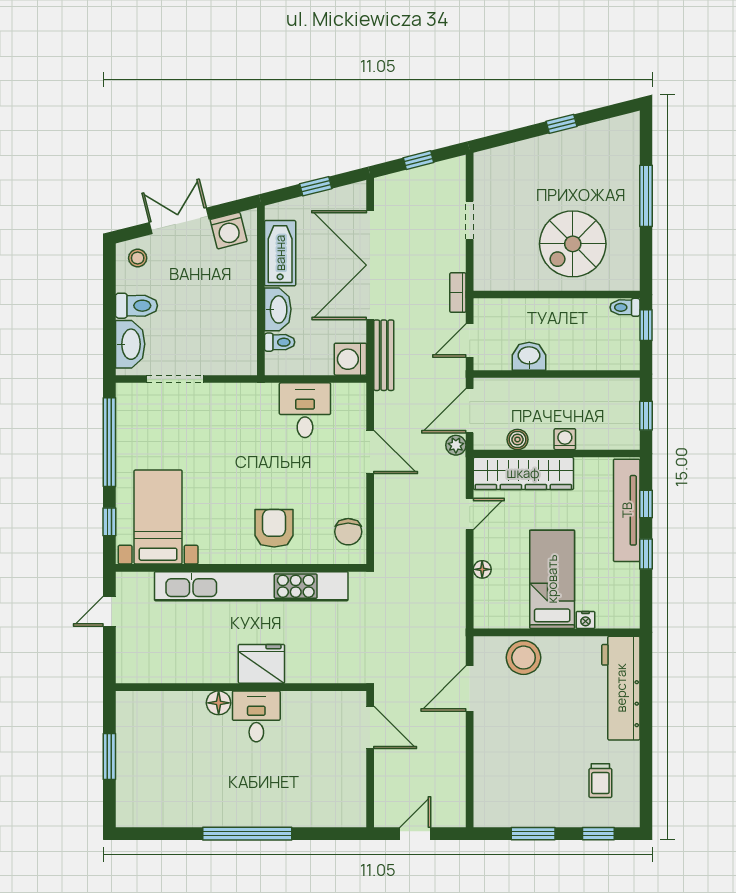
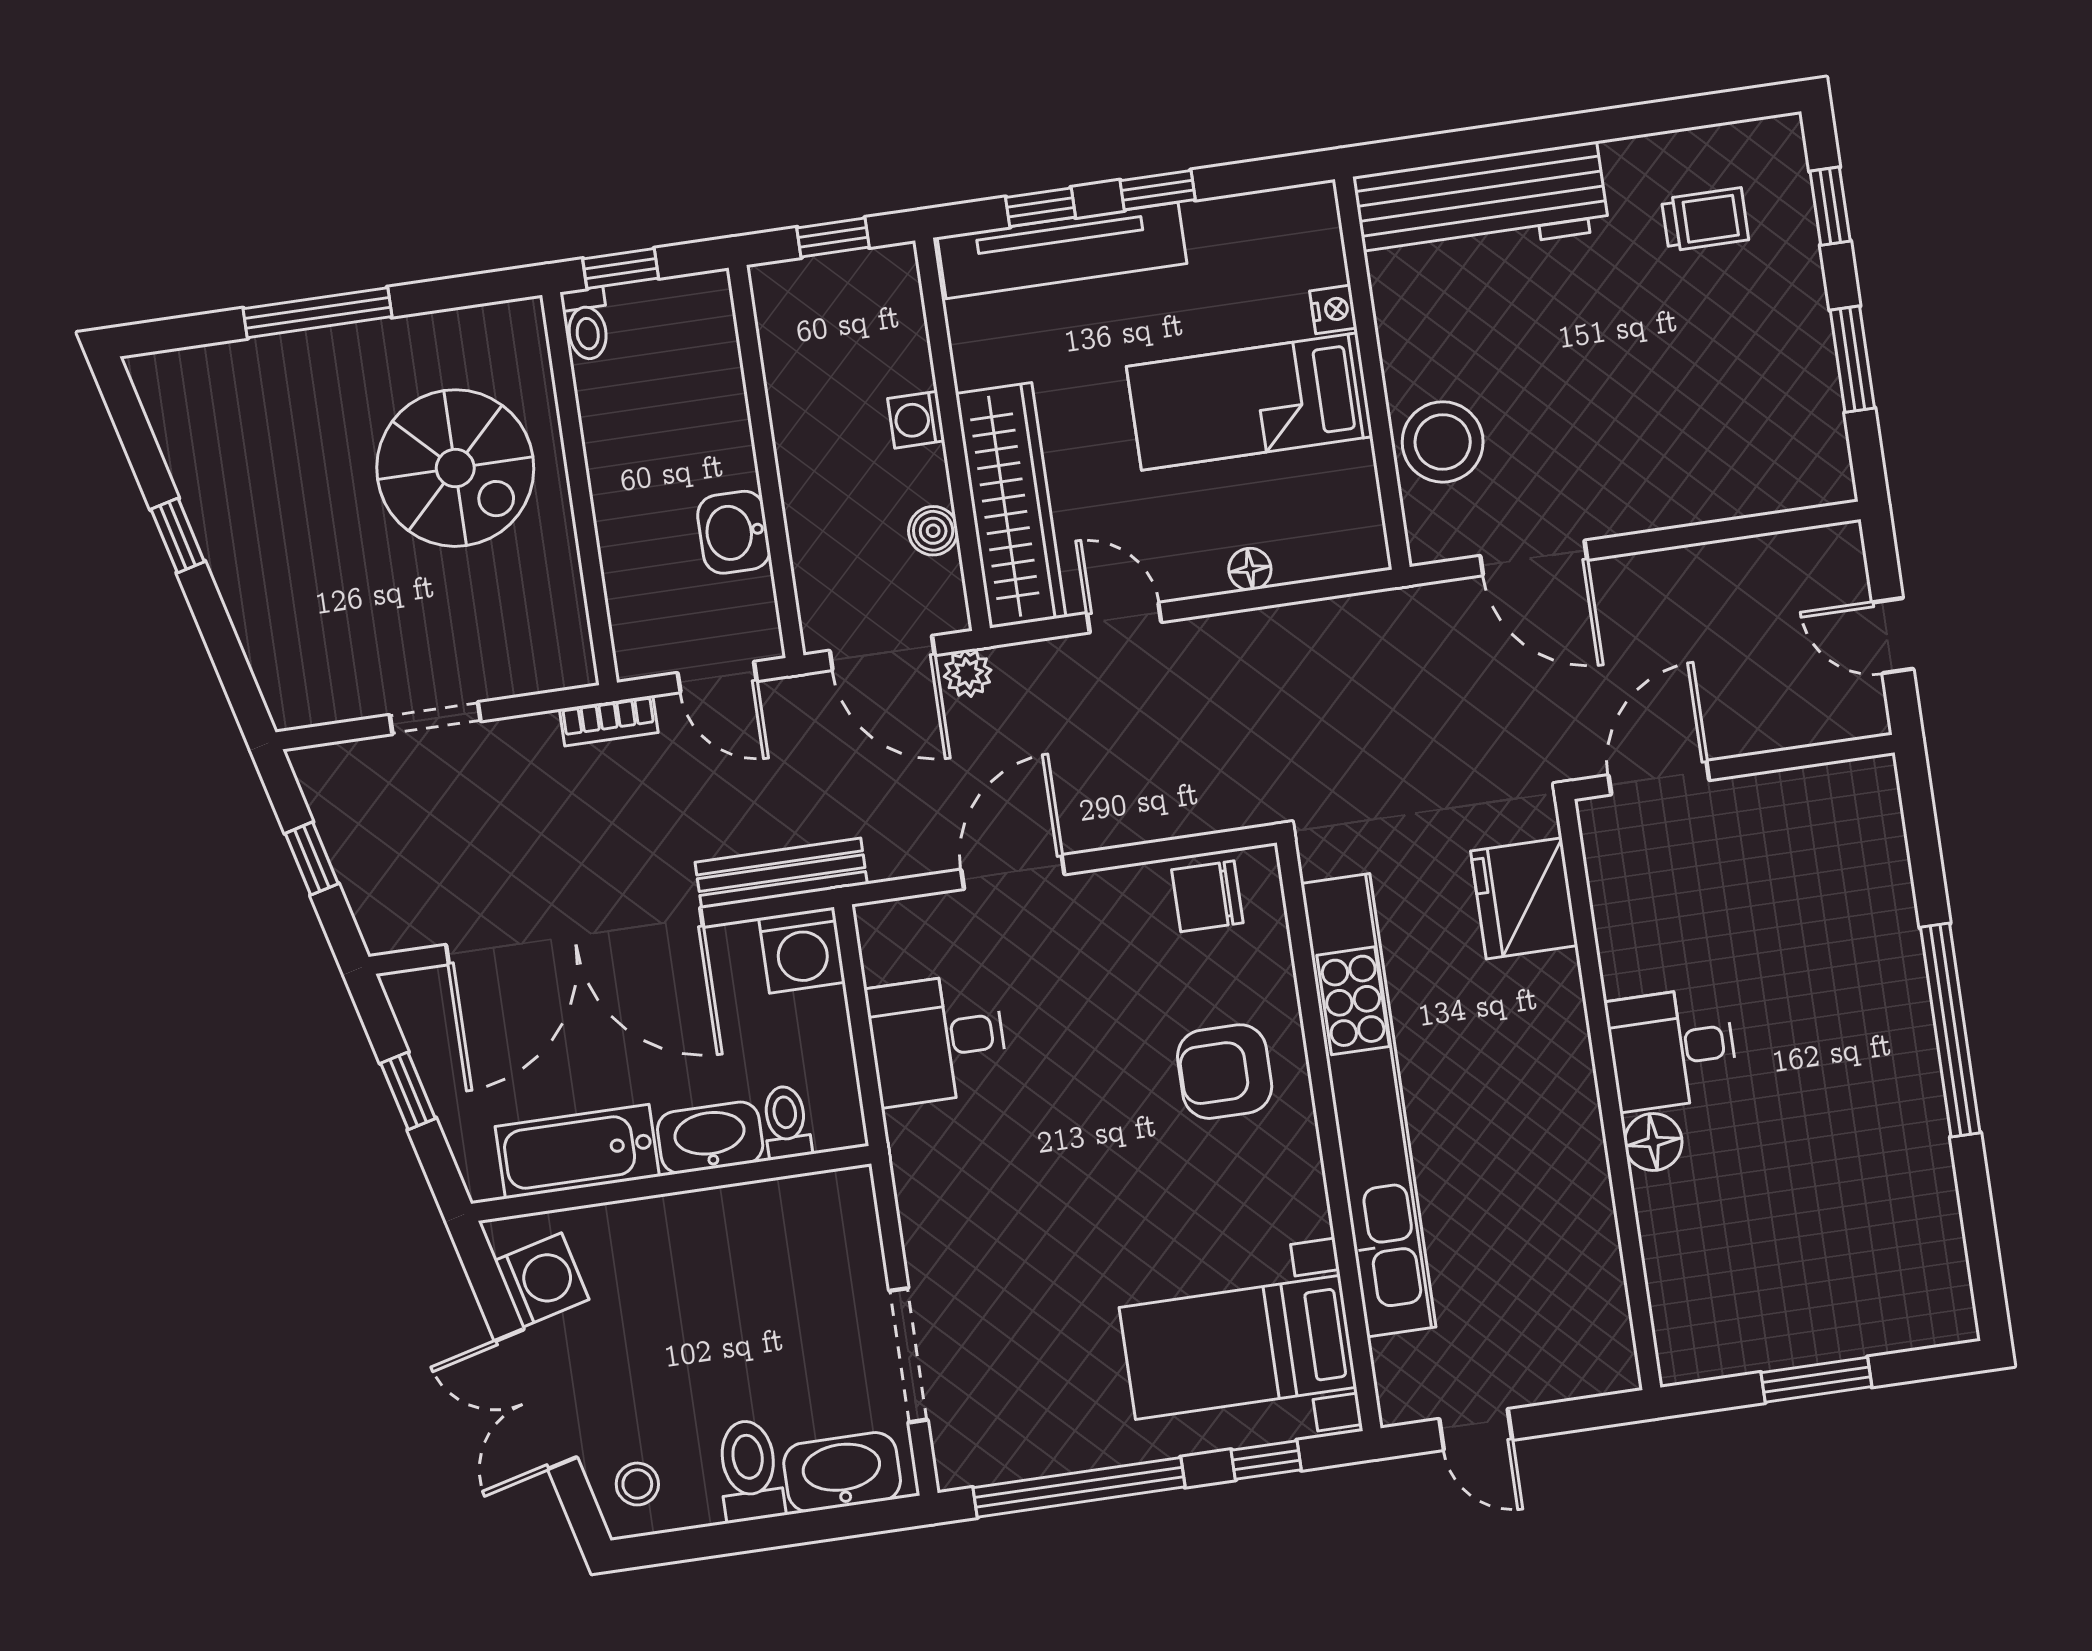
chair: (348, 532) -> (1207, 896), turned 180
fridge: (261, 664) -> (1524, 898), moved

